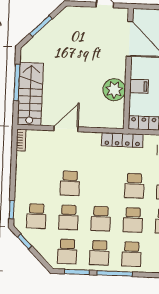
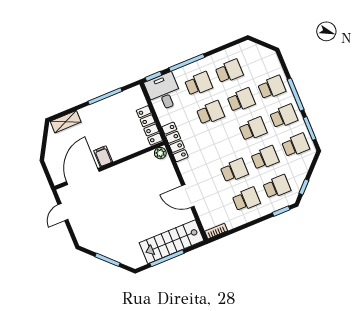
filing cabinet: (139, 86) -> (103, 156), moved
plant: (114, 90) -> (160, 153), moved, width x0.53, depth x0.53
school desk: (38, 182) -> (246, 199), added

